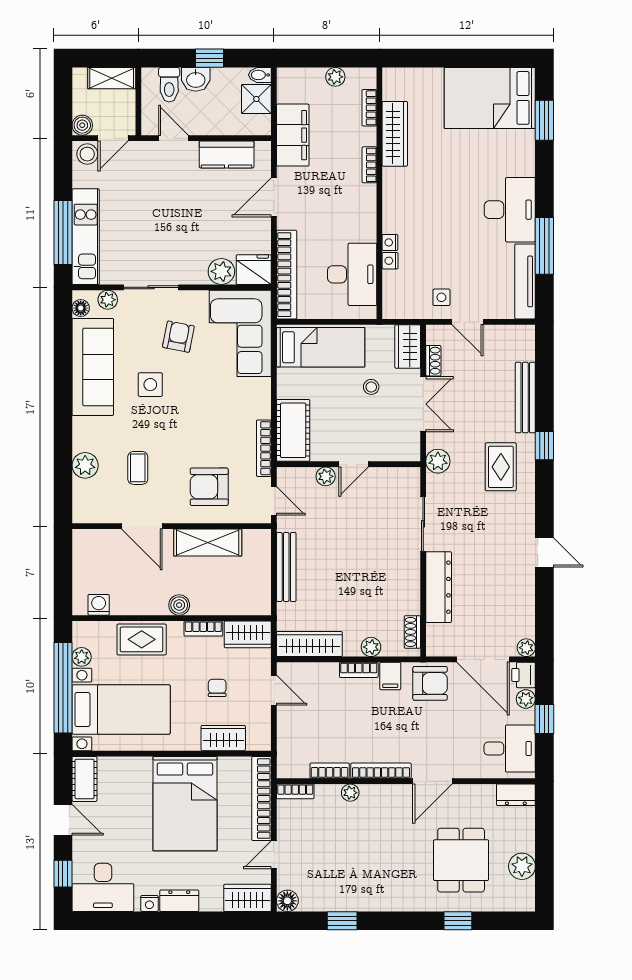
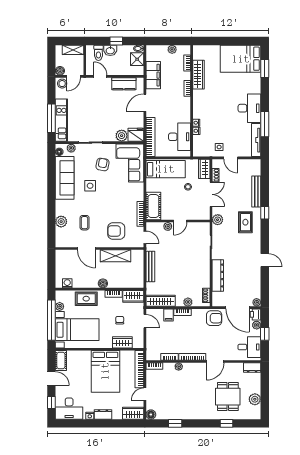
filing cabinet: (390, 676) -> (169, 315), moved

